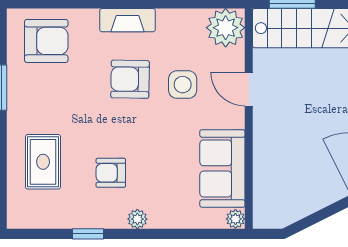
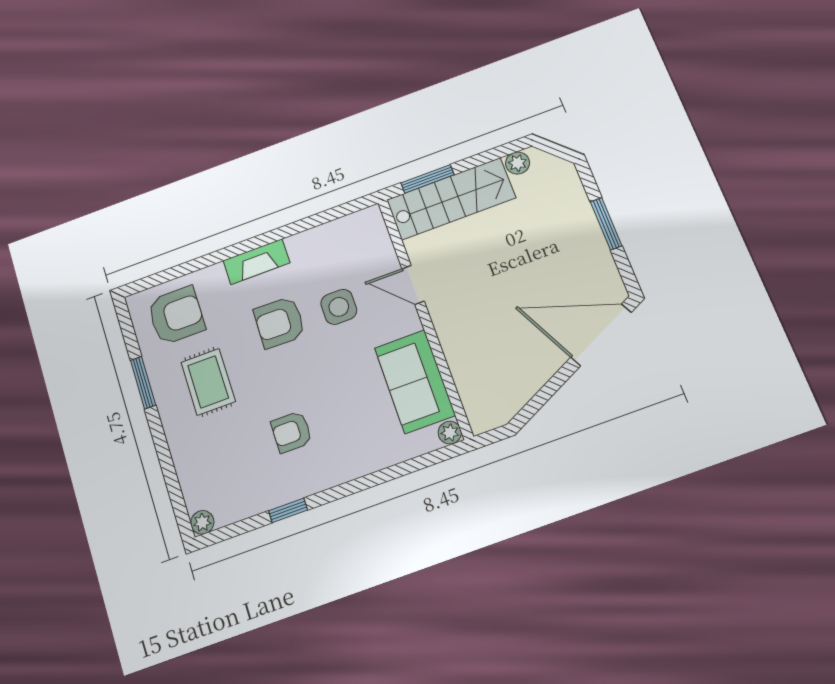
plant: (226, 28) -> (365, 230), removed
rug: (43, 162) -> (208, 382), moved
plant: (137, 219) -> (202, 522), moved

